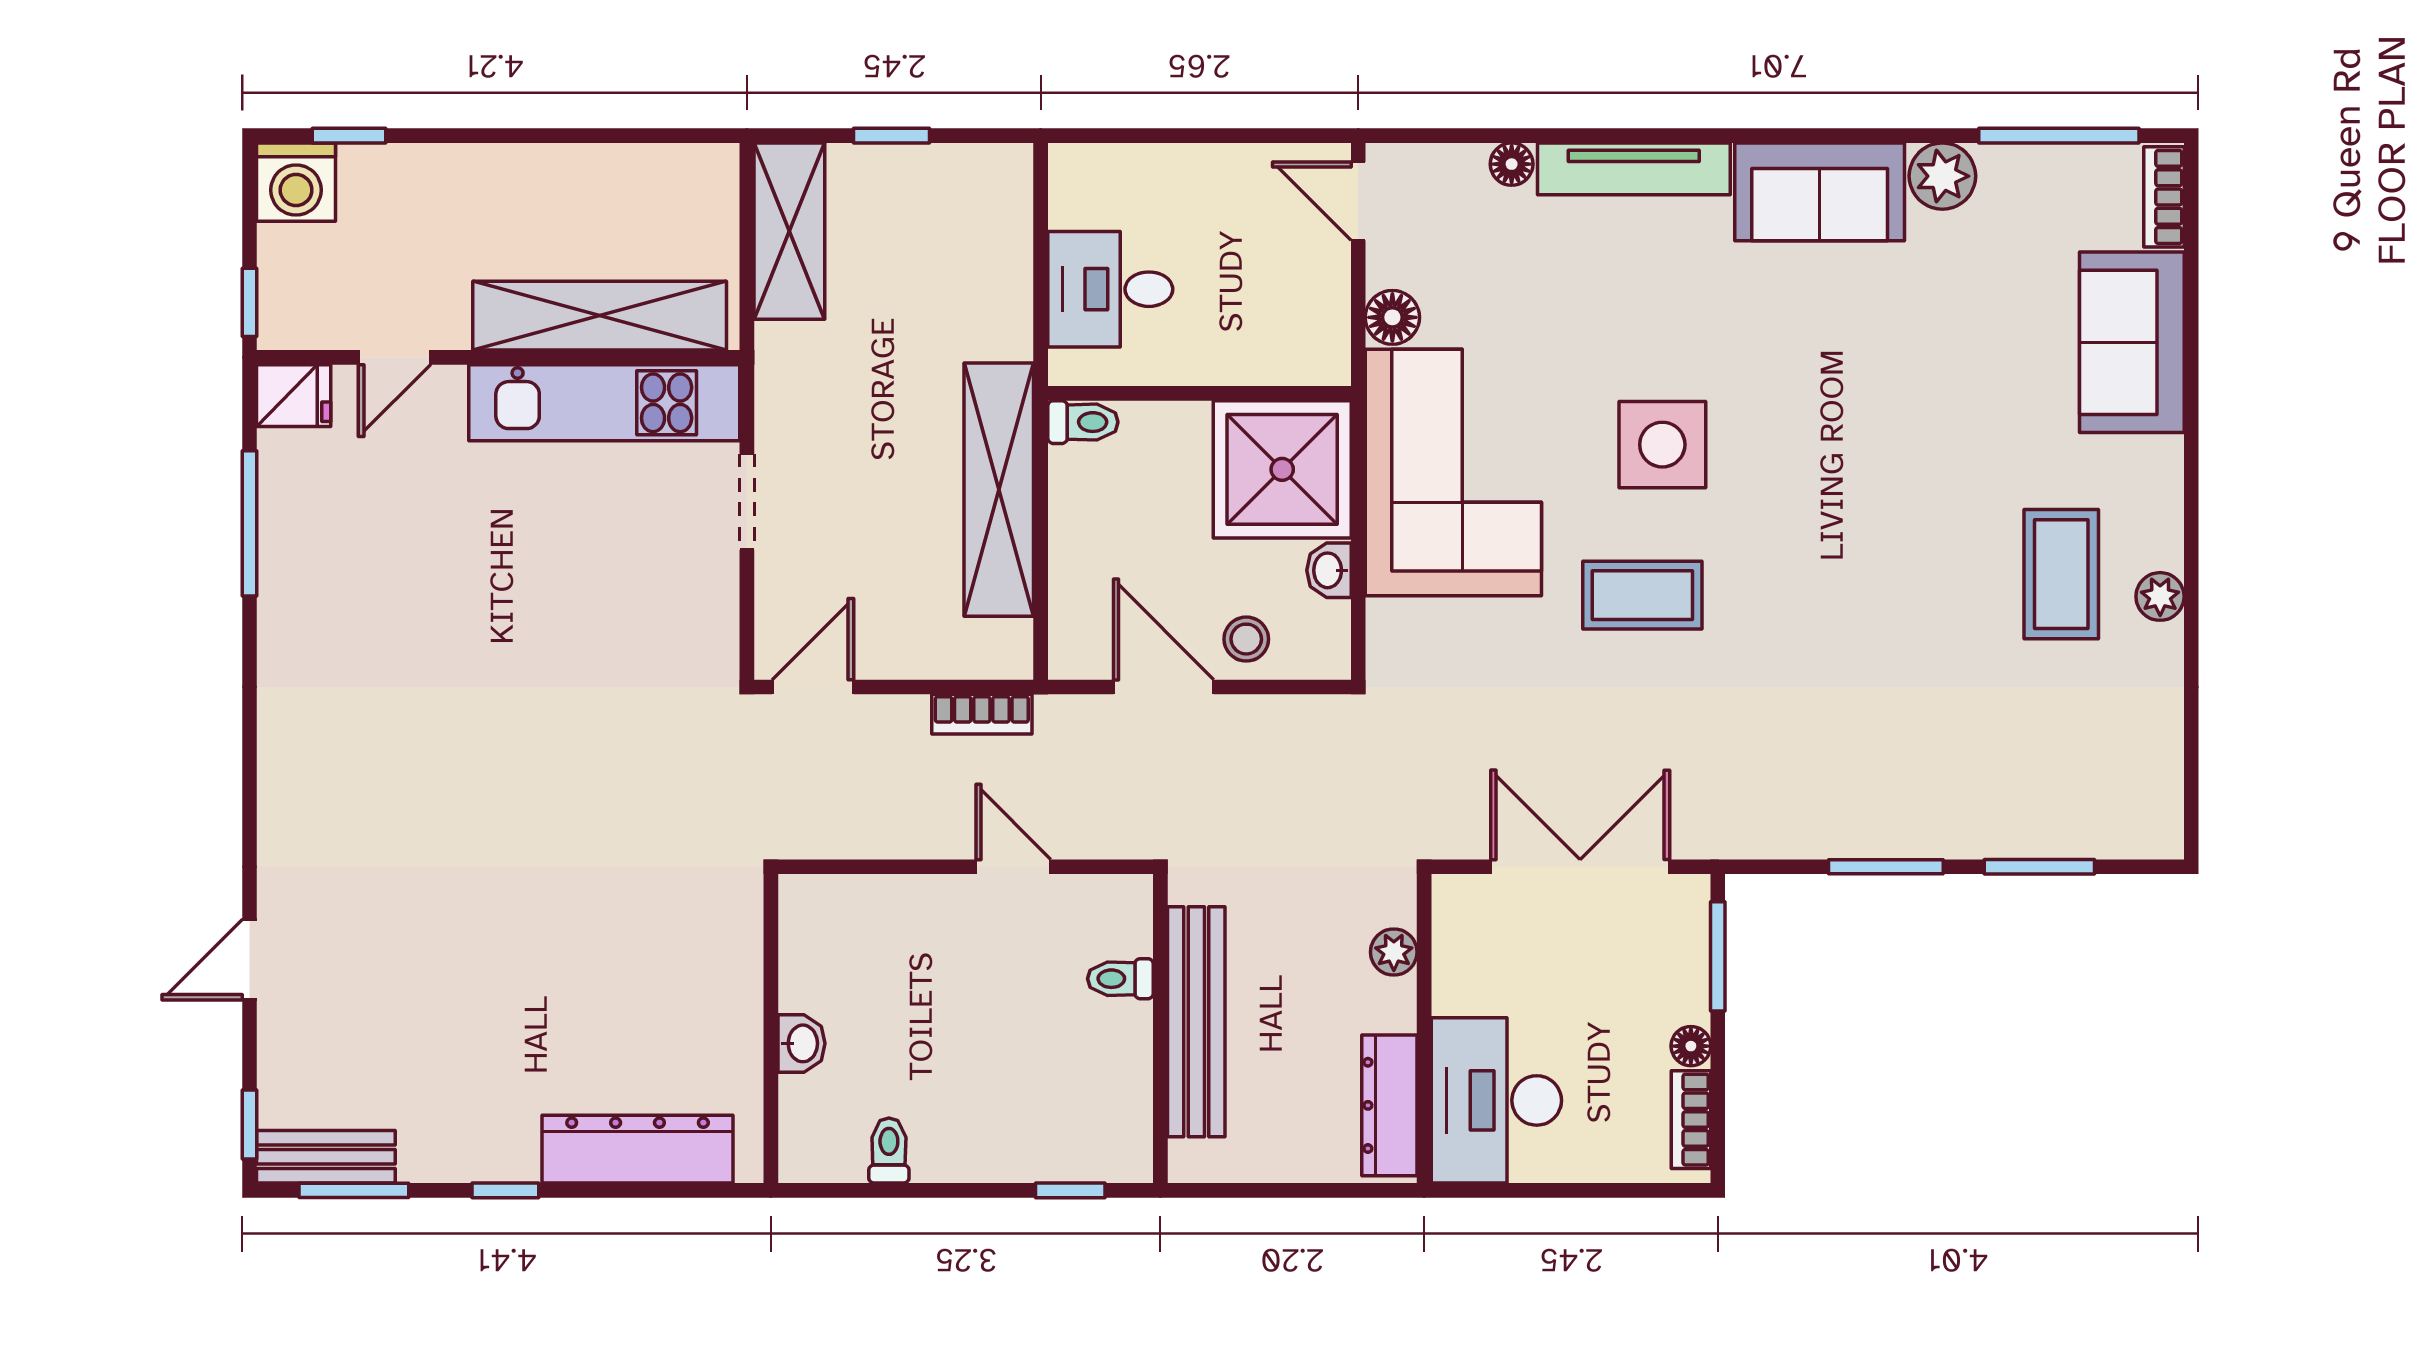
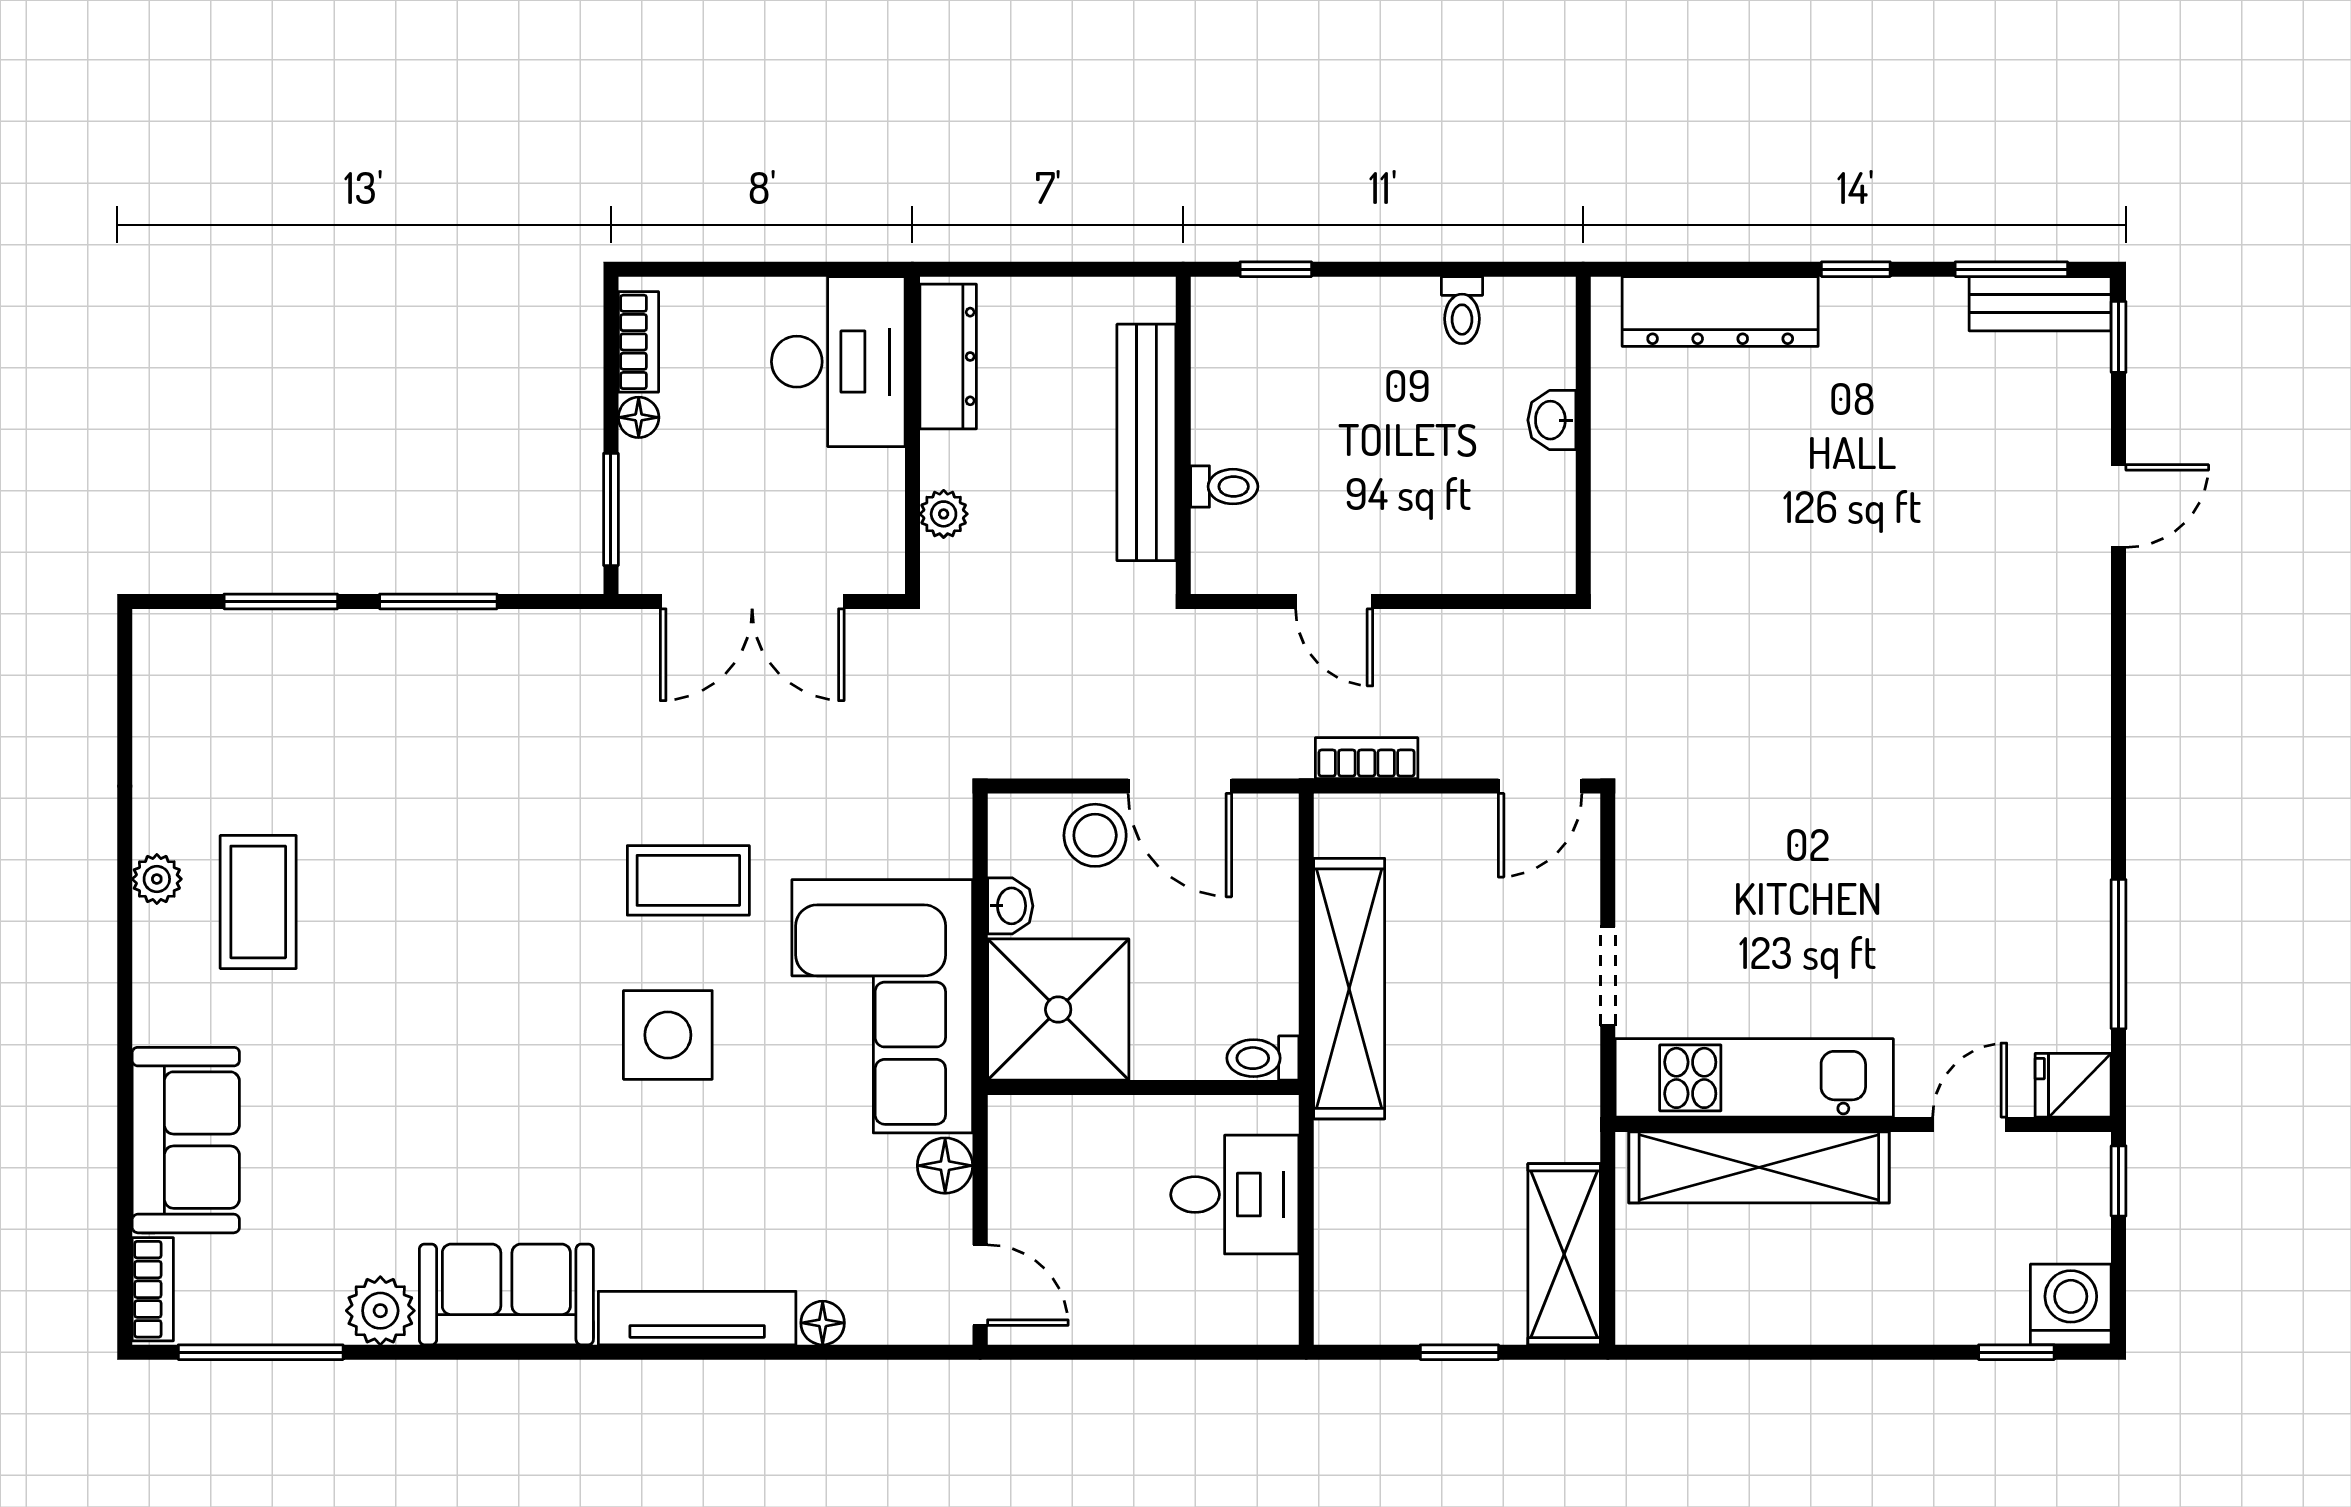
stool: (1246, 639) -> (1095, 835), width x1.37, depth x1.37

